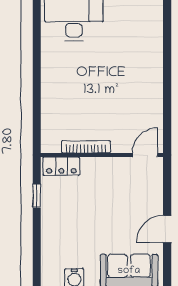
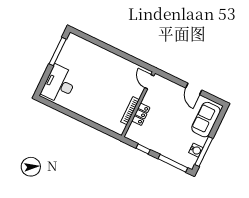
locker: (61, 166) -> (141, 114), moved
window: (37, 252) -> (173, 163), added

